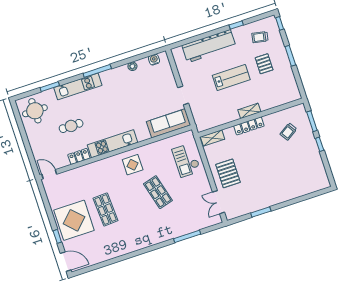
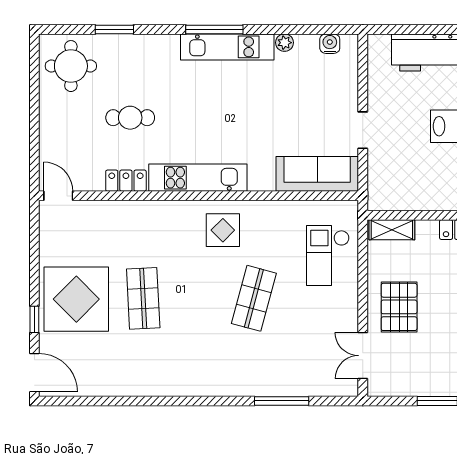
kitchen unit: (78, 87) -> (227, 47), moved
shop shelf: (158, 192) -> (254, 298), turned 30

